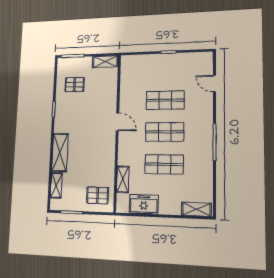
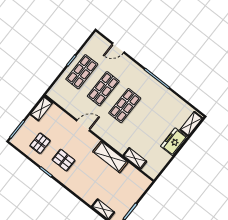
door: (117, 122) -> (83, 125), moved
shelving: (60, 152) -> (110, 157), moved
shop shelf: (164, 164) -> (82, 72), moved
pallet: (97, 195) -> (64, 160), moved, turned 90
freezer: (144, 204) -> (174, 142), moved

